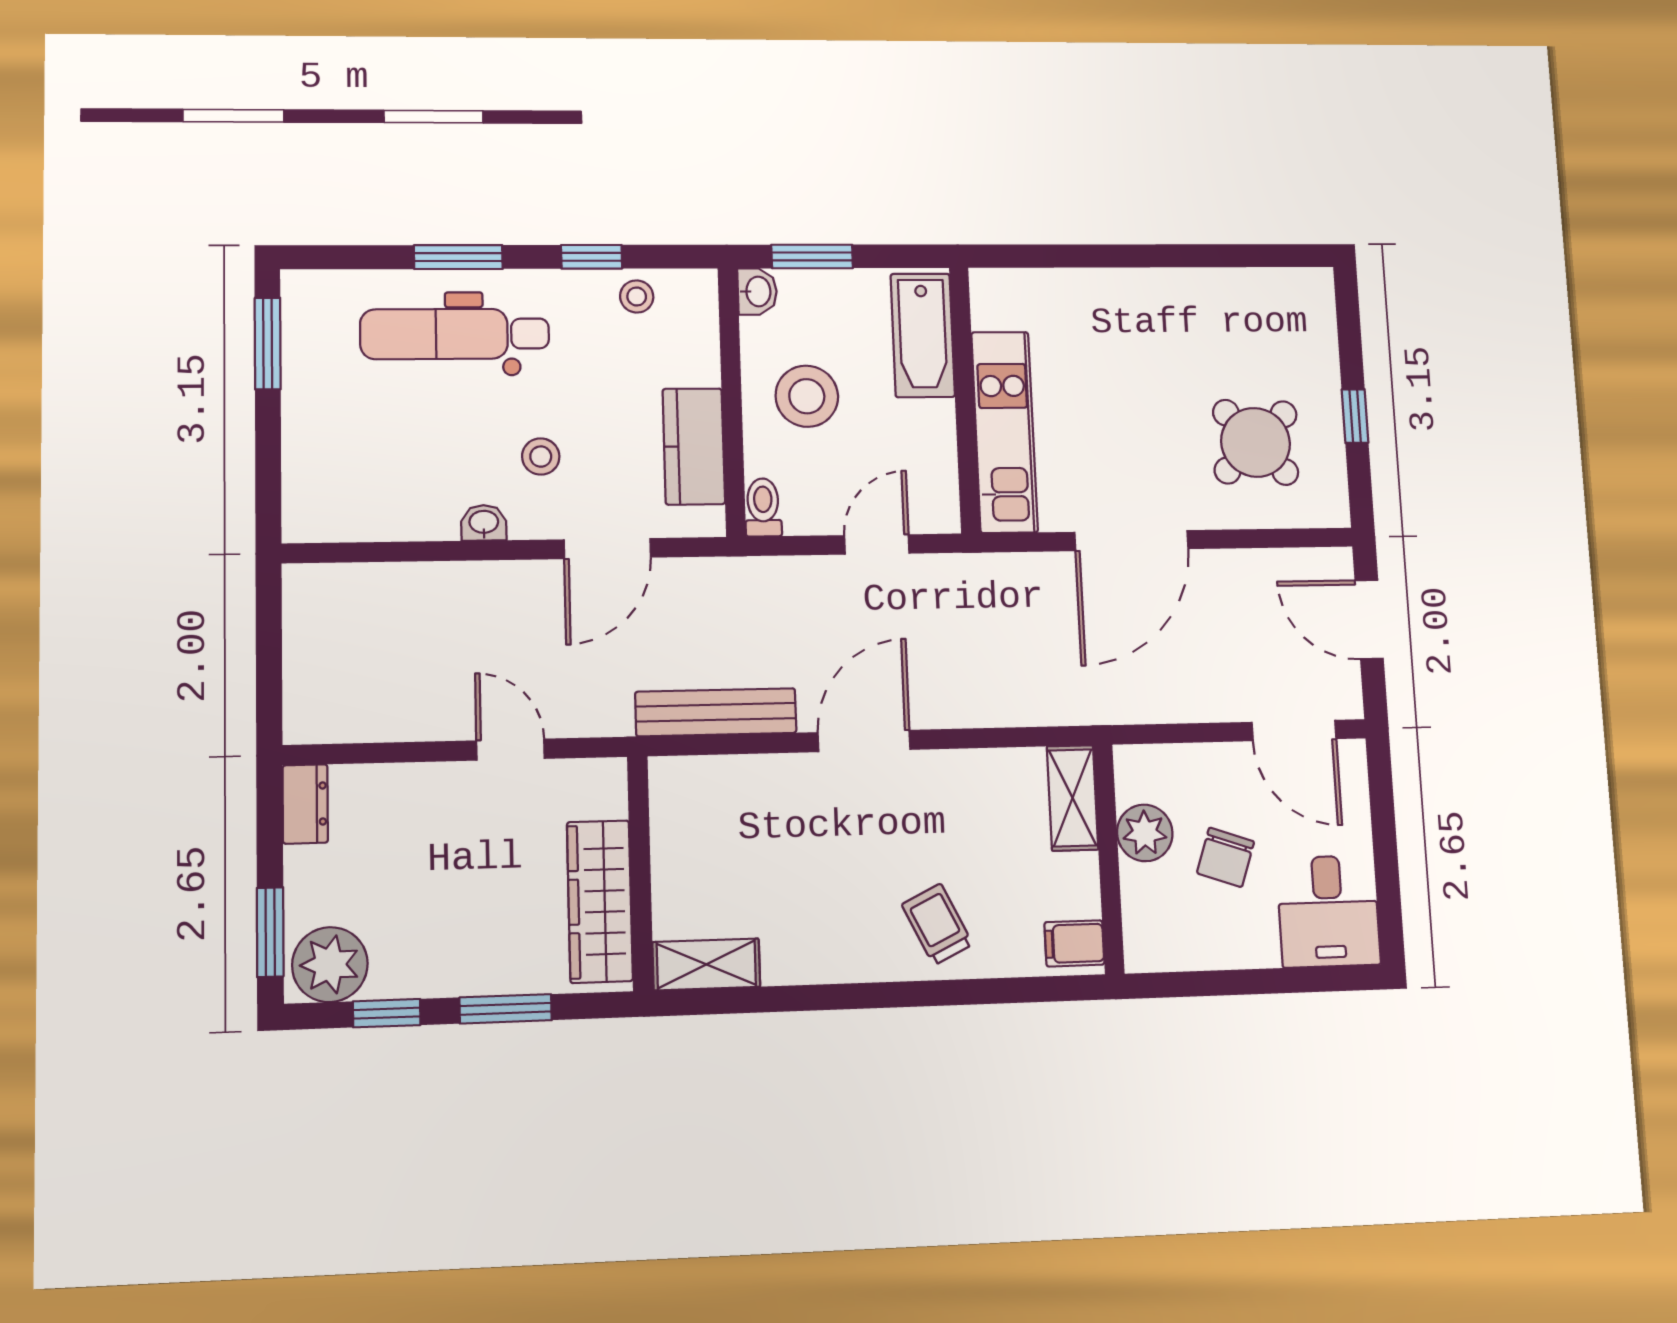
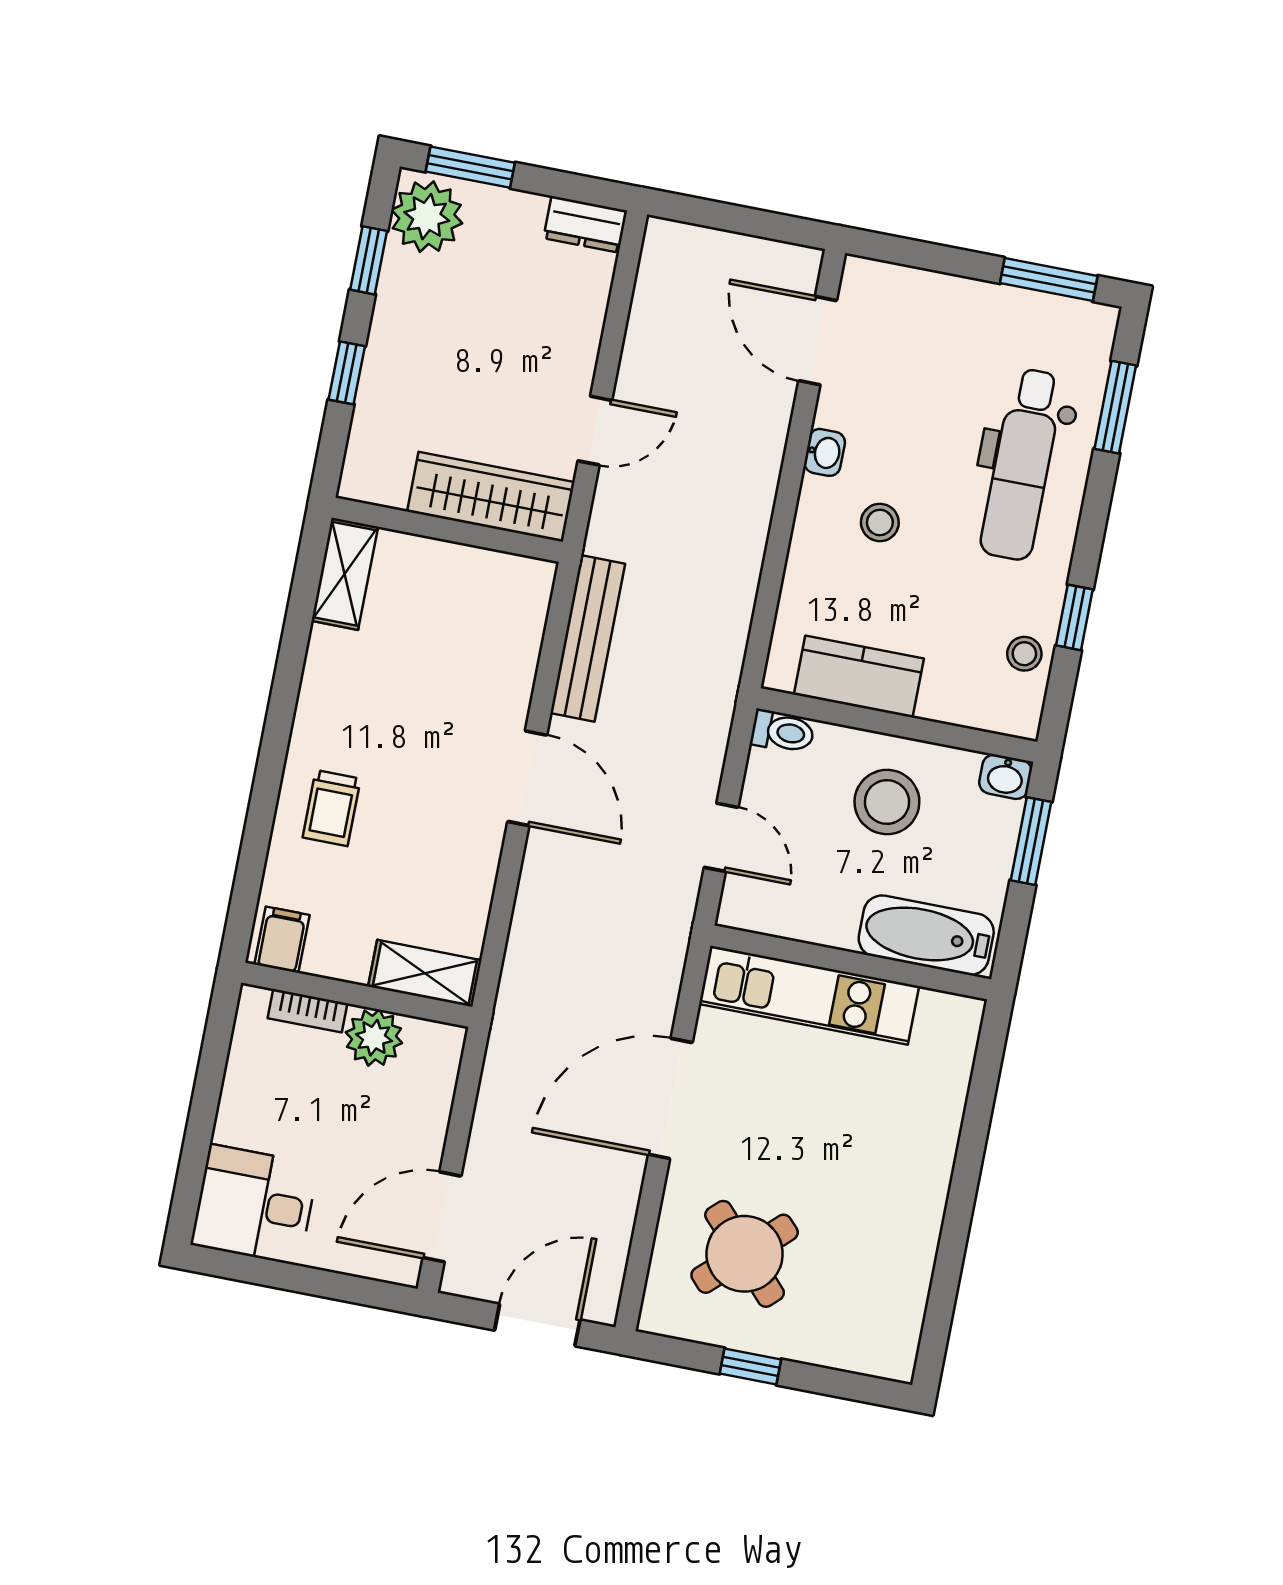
window: (458, 257) -> (1115, 407), moved
dental chair: (455, 334) -> (1022, 464), turned 180
door: (1132, 541) -> (670, 1098), hinge flipped
door: (607, 549) -> (818, 341), moved
chair: (1226, 857) -> (331, 1113), removed
wardrobe: (600, 901) -> (491, 497), moved
bookcase: (1135, 903) -> (307, 1011), added
trolley: (937, 924) -> (332, 808), turned 116
window: (506, 1009) -> (347, 373), width x0.67

